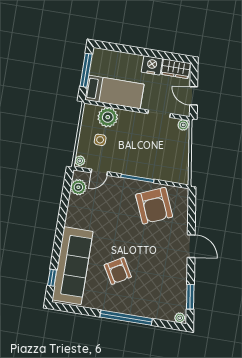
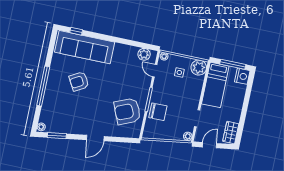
nightstand: (152, 65) -> (242, 76), moved
plant: (108, 117) -> (199, 68), moved
chair: (153, 166) -> (158, 112), added

